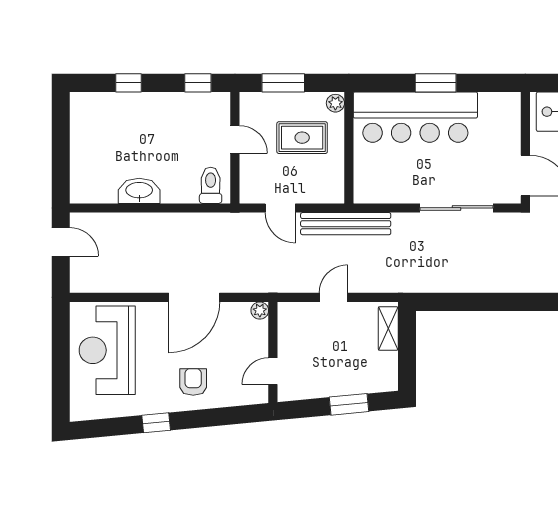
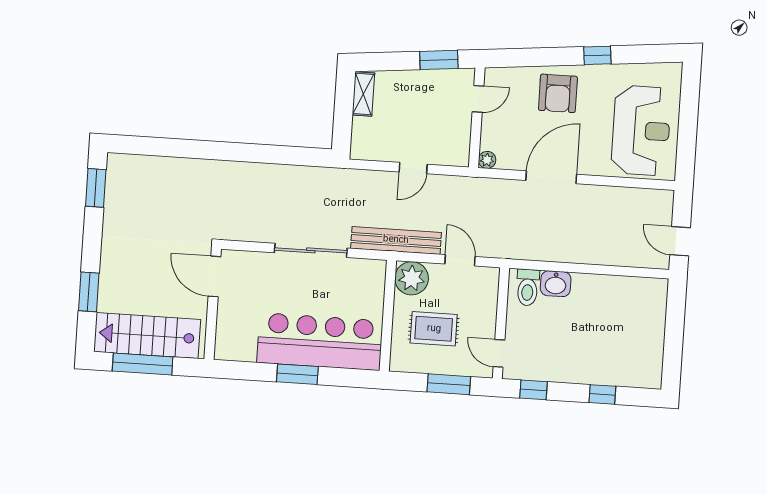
plant: (335, 103) -> (412, 278), moved, width x1.88, depth x1.88
door: (235, 139) -> (499, 353), moved
washbasin: (139, 191) -> (556, 284), moved, width x0.72
sliding door: (456, 208) -> (311, 250), moved
shelving: (388, 328) -> (363, 94), moved
armchair: (193, 382) -> (558, 93), width x1.38, depth x1.38
window: (349, 404) -> (439, 60), moved

